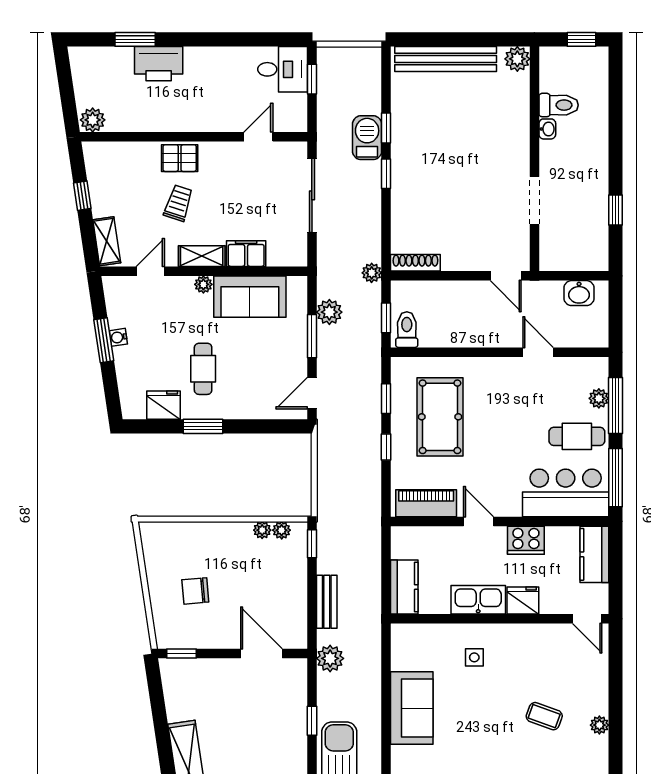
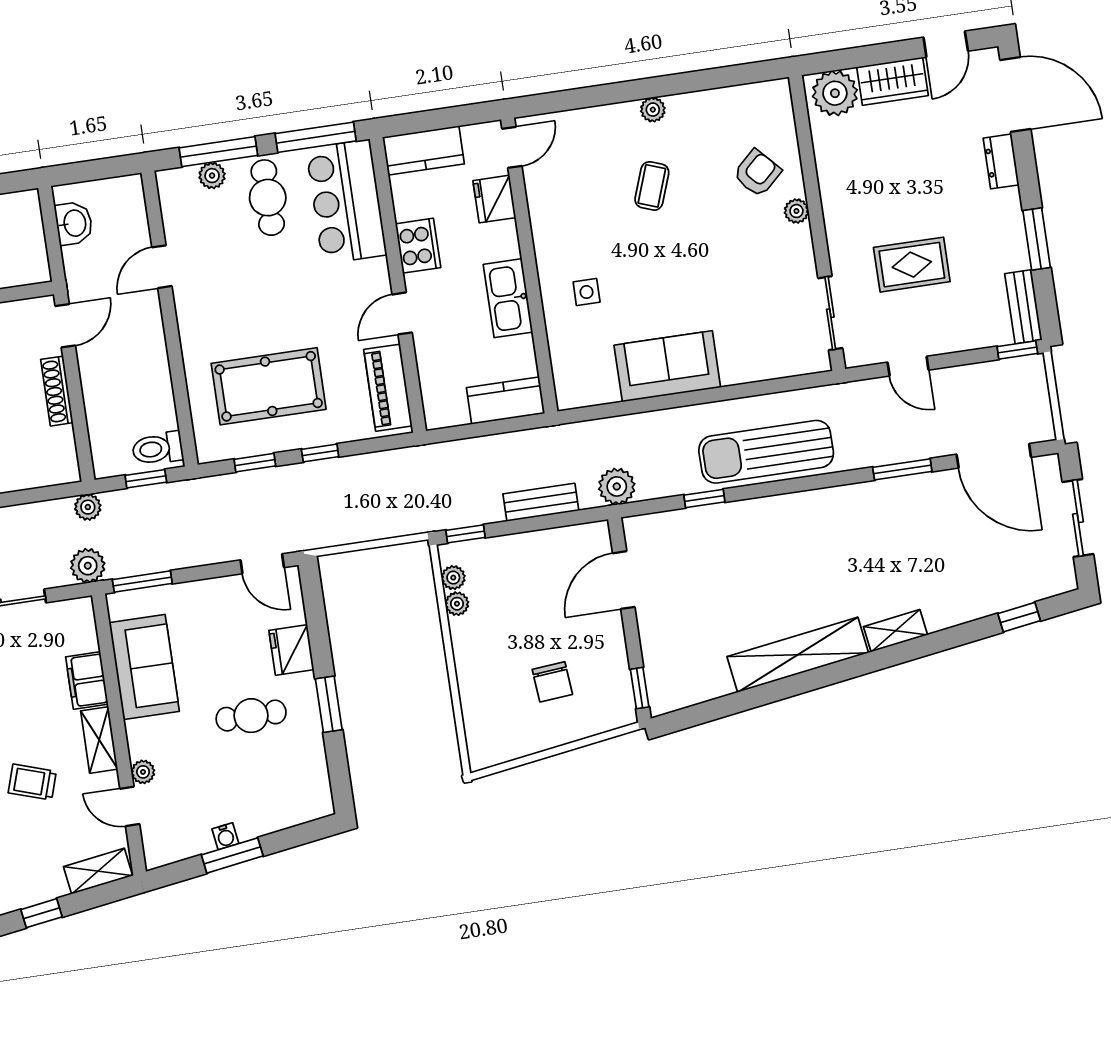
shoe rack: (415, 263) -> (57, 391), moved
plant: (203, 284) -> (143, 772), moved
plant: (329, 312) -> (88, 566), moved
window: (312, 336) -> (142, 582), moved
fridge: (163, 405) -> (291, 650), moved
fridge: (523, 601) -> (494, 199), moved

